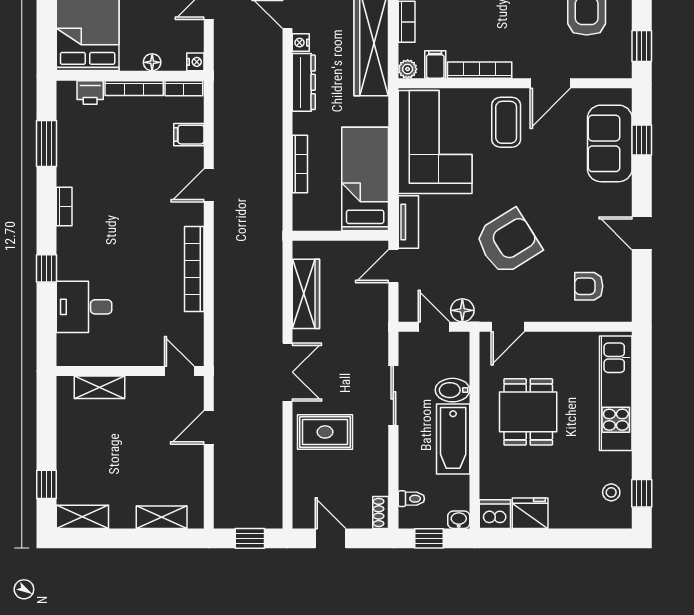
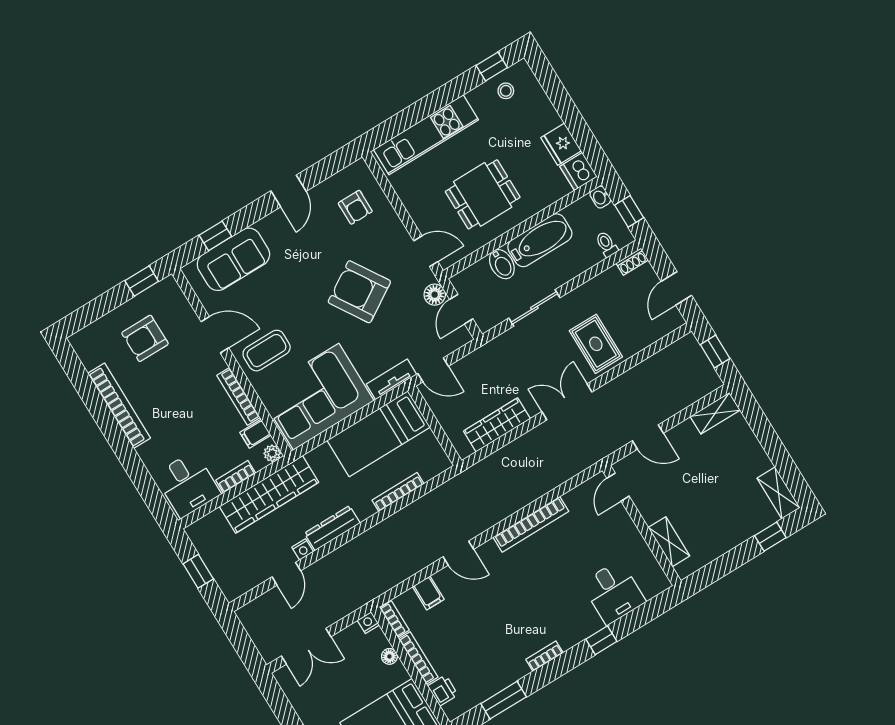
shelving: (162, 517) -> (715, 413), moved, turned 90

